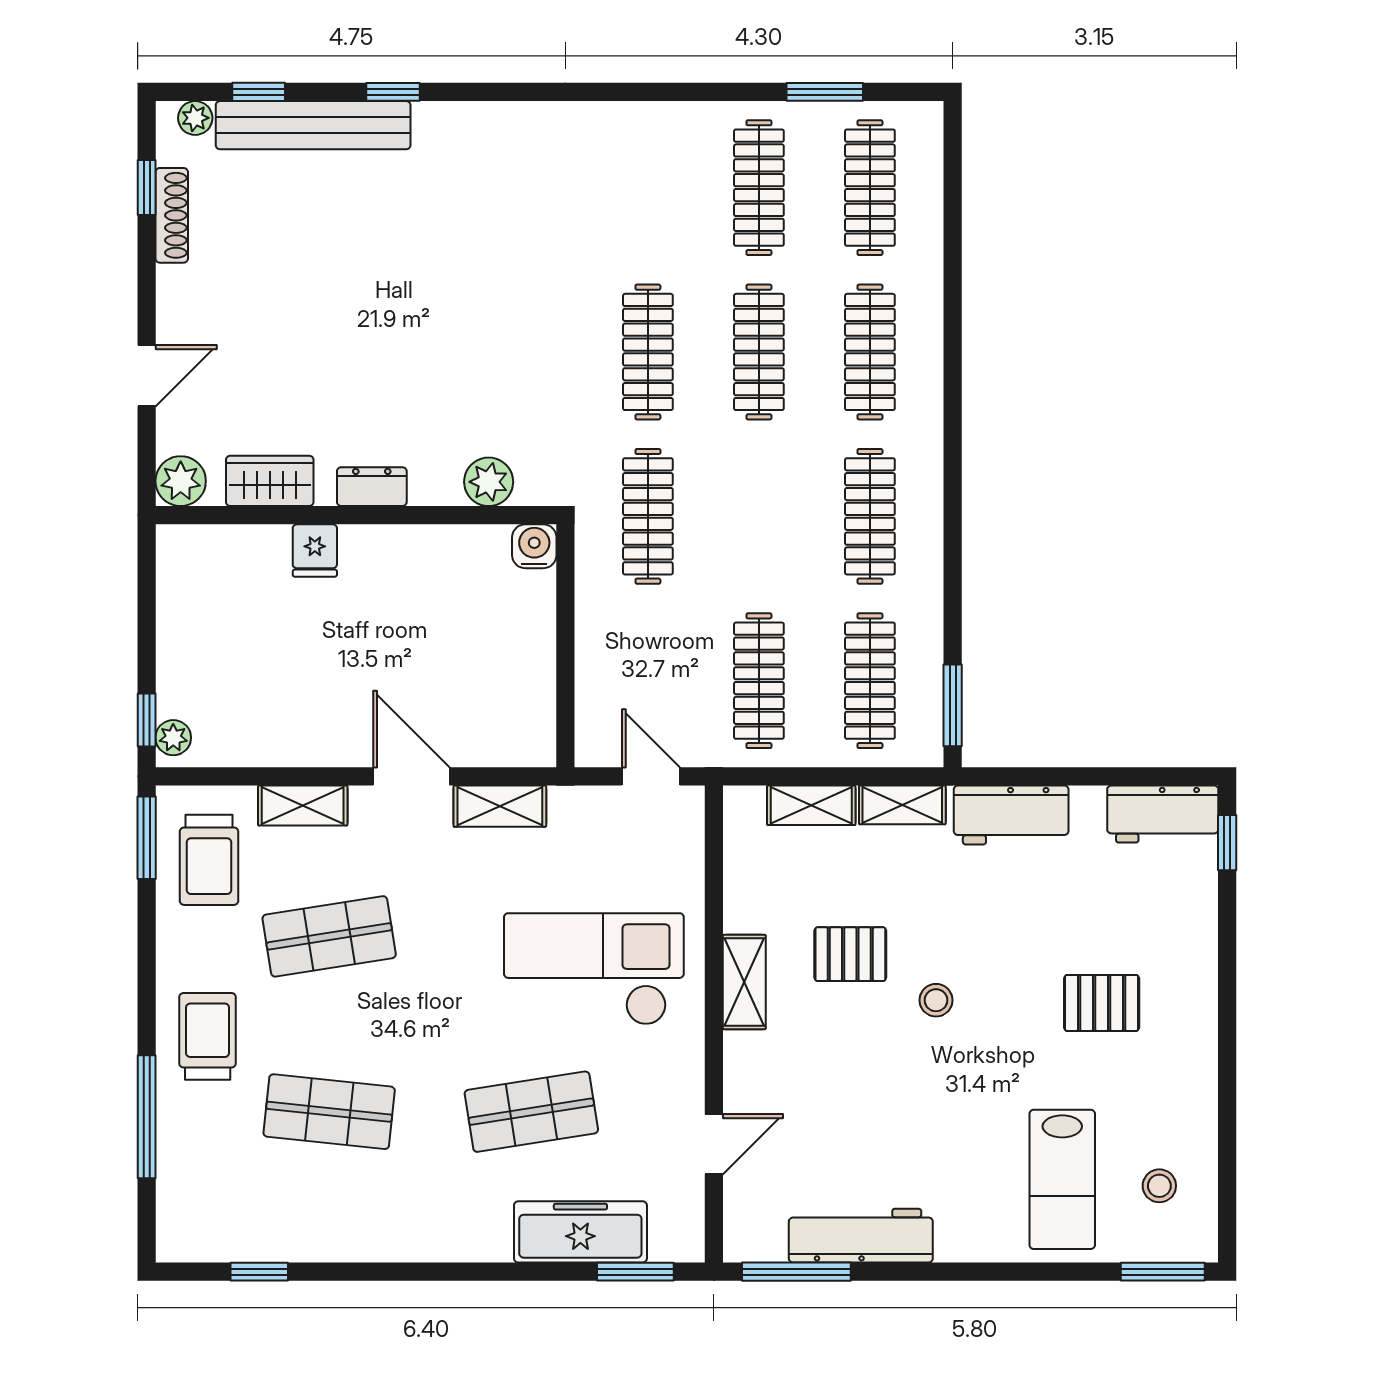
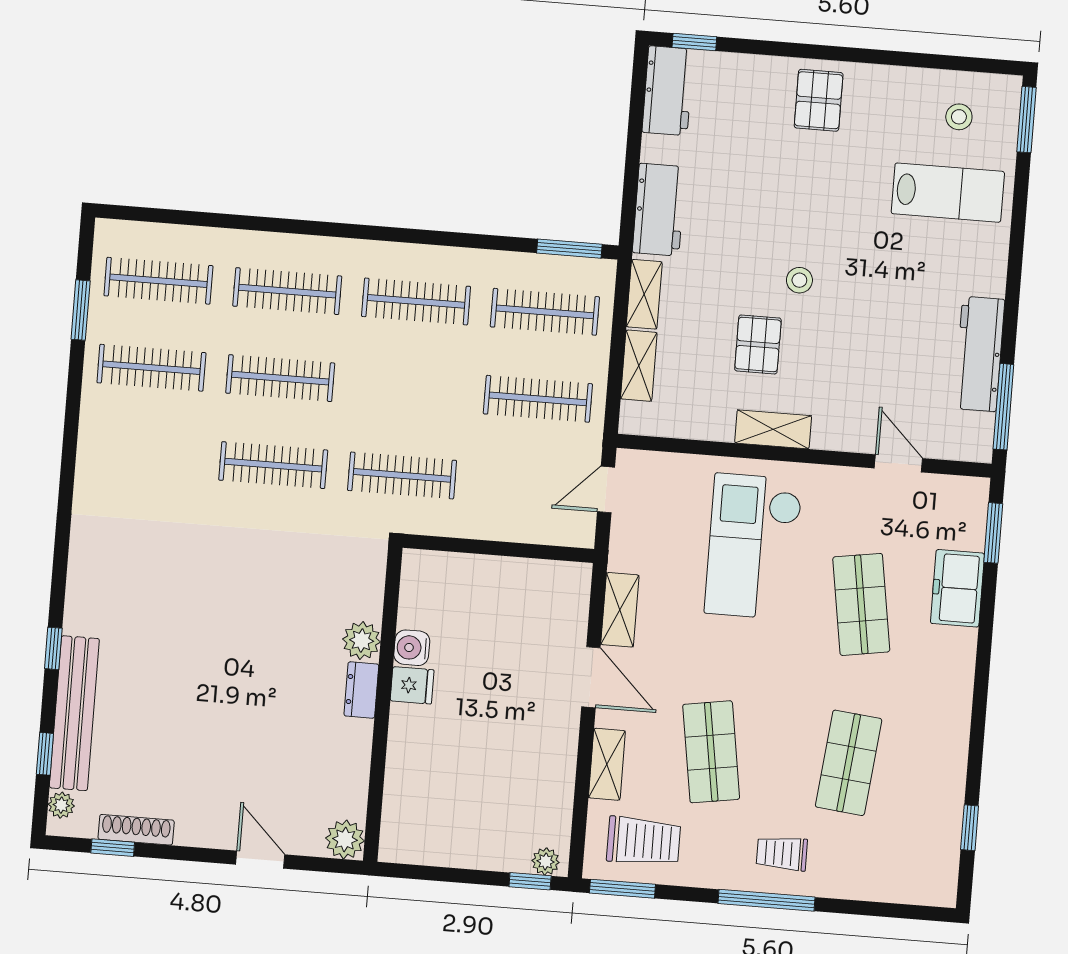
wardrobe: (270, 481) -> (350, 770), removed
plant: (489, 482) -> (362, 641), moved
water cooler: (534, 546) -> (412, 648), moved
fridge: (315, 551) -> (412, 685), moved
door: (411, 776) -> (591, 677), swing flipped
pallet: (1102, 1003) -> (819, 100), moved
trolley: (208, 1036) -> (782, 853), width x0.73, depth x0.72
window: (147, 1117) -> (767, 900), moved
freezer: (580, 1232) -> (957, 588), width x0.71

